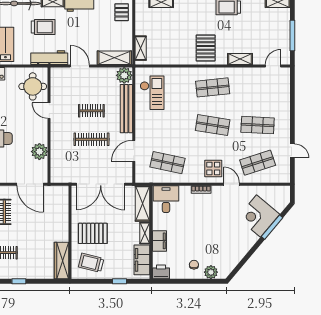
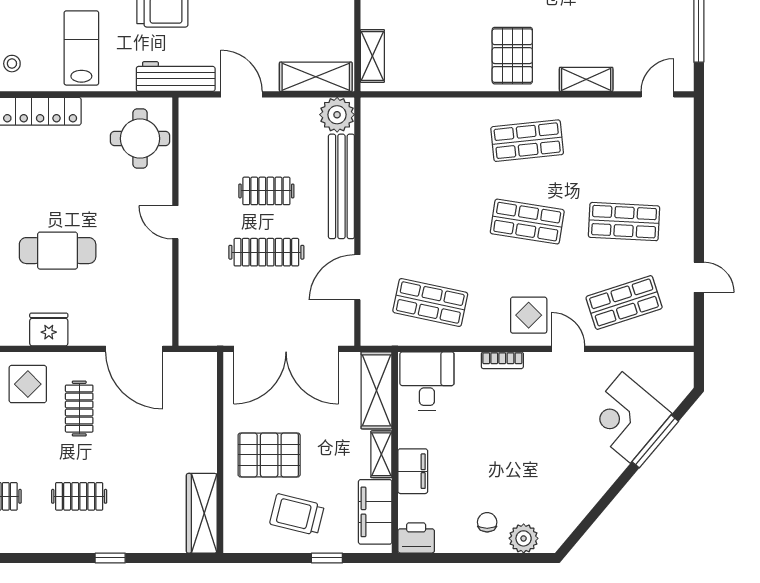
checkout: (152, 93) -> (397, 152), removed
door: (49, 111) -> (175, 222), moved
plant: (39, 152) -> (155, 279), removed
trolley: (91, 263) -> (297, 515), moved

